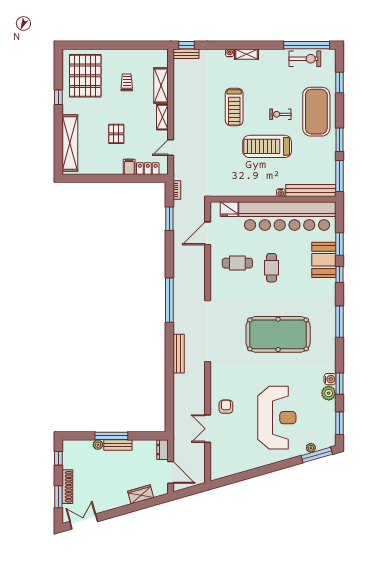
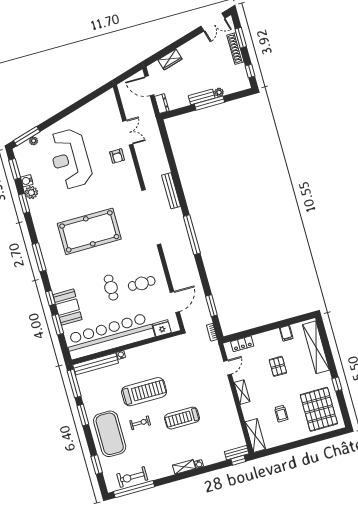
shelving: (161, 85) -> (255, 435), moved
treadmill: (234, 107) -> (182, 418), turned -90
filing cabinet: (129, 167) -> (286, 333), moved
water cooler: (330, 379) -> (27, 181), moved

